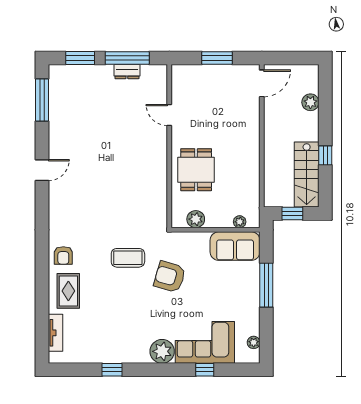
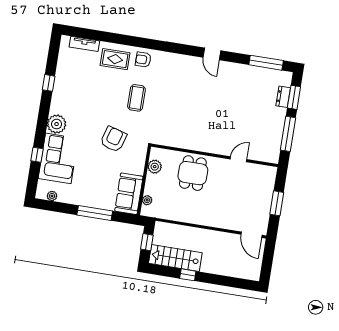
dresser: (127, 72) -> (283, 97), moved
plant: (310, 102) -> (231, 270), removed
dining table: (196, 170) -> (193, 173), turned 90
coffee table: (128, 258) -> (136, 98), moved

